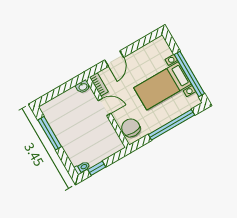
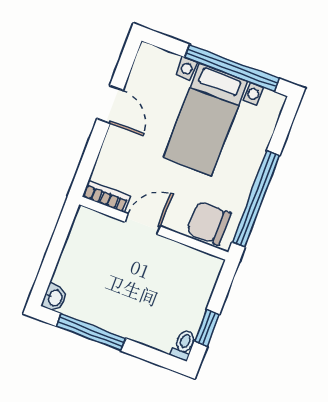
door: (114, 59) -> (110, 104), moved
washbasin: (83, 87) -> (54, 298), moved
window: (171, 125) -> (256, 199), moved

